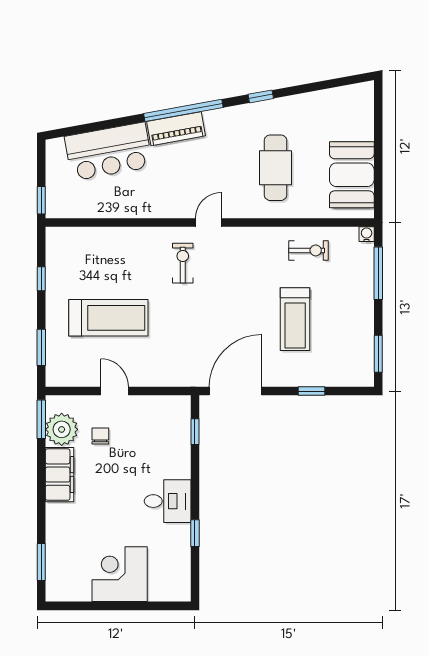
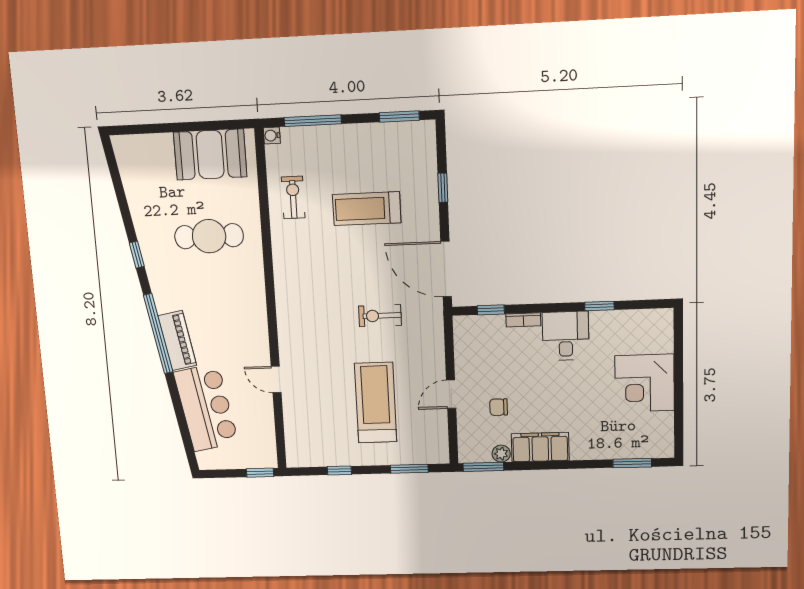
door: (209, 223) -> (276, 379), moved
exercise bike: (183, 263) -> (380, 316), moved
treadmill: (295, 319) -> (367, 209), turned 180
plant: (62, 429) -> (501, 454), width x0.53, depth x0.53
bookcase: (184, 462) -> (523, 320), added

